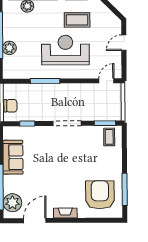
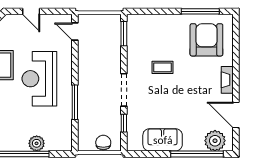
doorway: (67, 123) -> (124, 90), moved
coffee table: (109, 137) -> (163, 67), moved
armchair: (100, 195) -> (206, 40), turned 90

